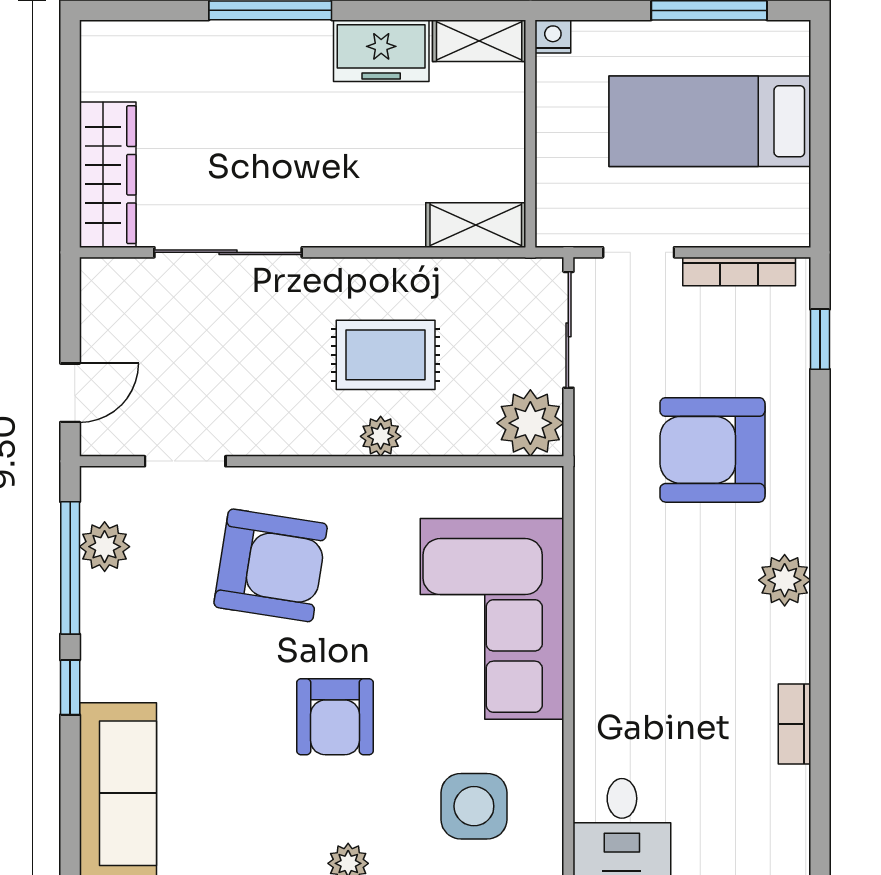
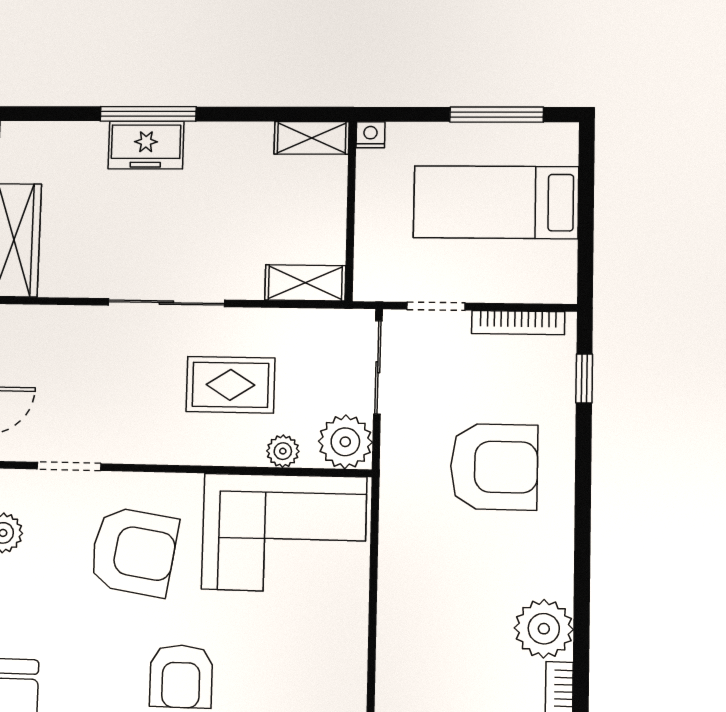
freezer: (381, 51) -> (146, 145), moved
sliding door: (228, 252) -> (166, 303), moved
plant: (381, 436) -> (283, 451), moved
armchair: (712, 450) -> (494, 467), turned 180
plant: (785, 580) -> (544, 629), moved, width x1.36, depth x1.36
corner sofa: (492, 619) -> (284, 533), moved, turned -90

